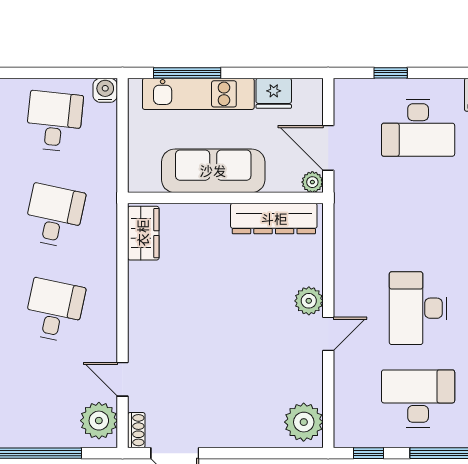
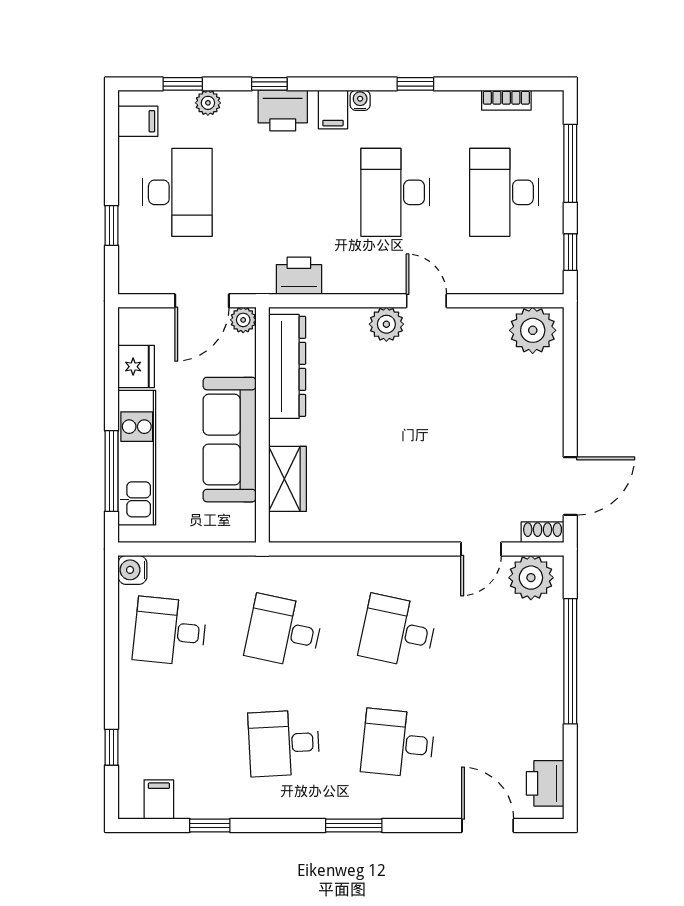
printer: (349, 228) -> (299, 276), added
wardrobe: (143, 233) -> (287, 479), moved, turned 90
desk: (418, 308) -> (395, 192), turned 90

